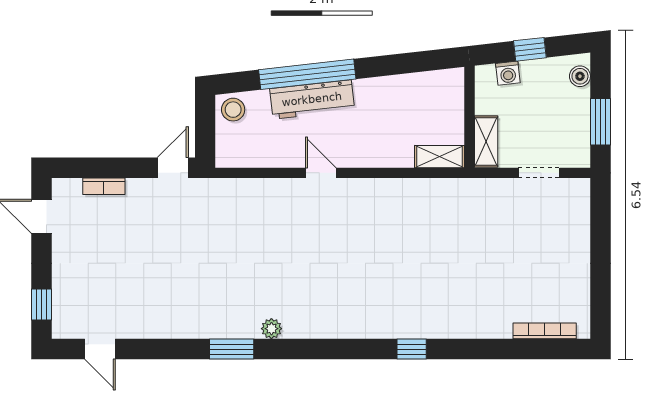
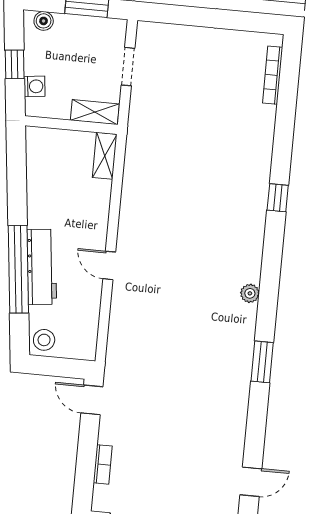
door: (321, 173) -> (109, 265), hinge flipped
plant: (271, 329) -> (250, 293), moved

